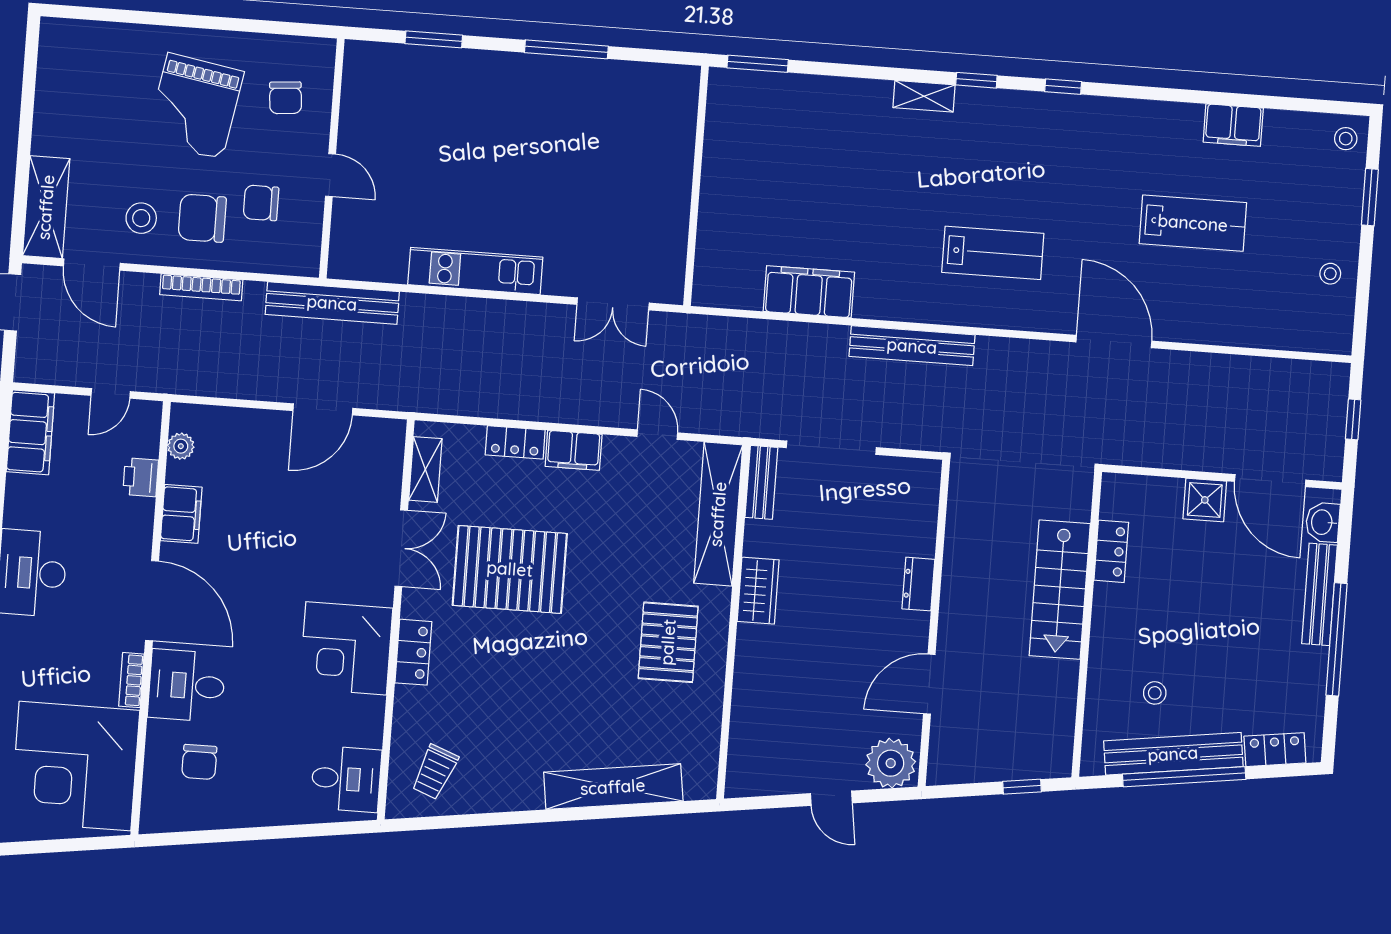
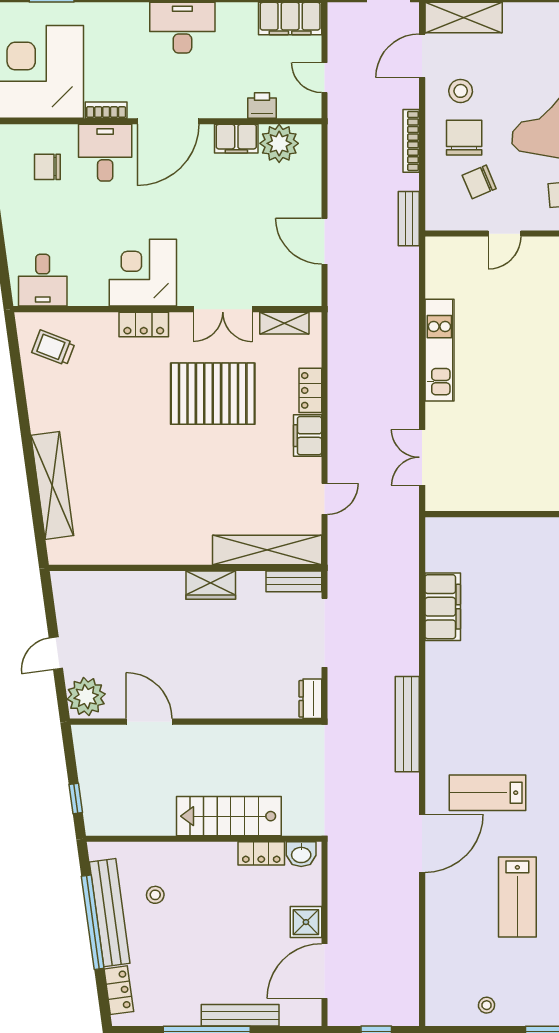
chair: (261, 203) -> (479, 182), turned -113
lab bench: (993, 253) -> (488, 793), moved, turned 90
bench: (332, 303) -> (409, 219), width x0.54, depth x0.82
bench: (912, 346) -> (407, 724), moved
plant: (181, 446) -> (279, 143), width x1.88, depth x1.88
washbasin: (1323, 522) -> (301, 854), moved, turned 180
pallet: (510, 569) -> (213, 394), turned 90
dresser: (918, 584) -> (310, 699), moved, turned -90
pallet: (668, 642) -> (166, 519), removed

